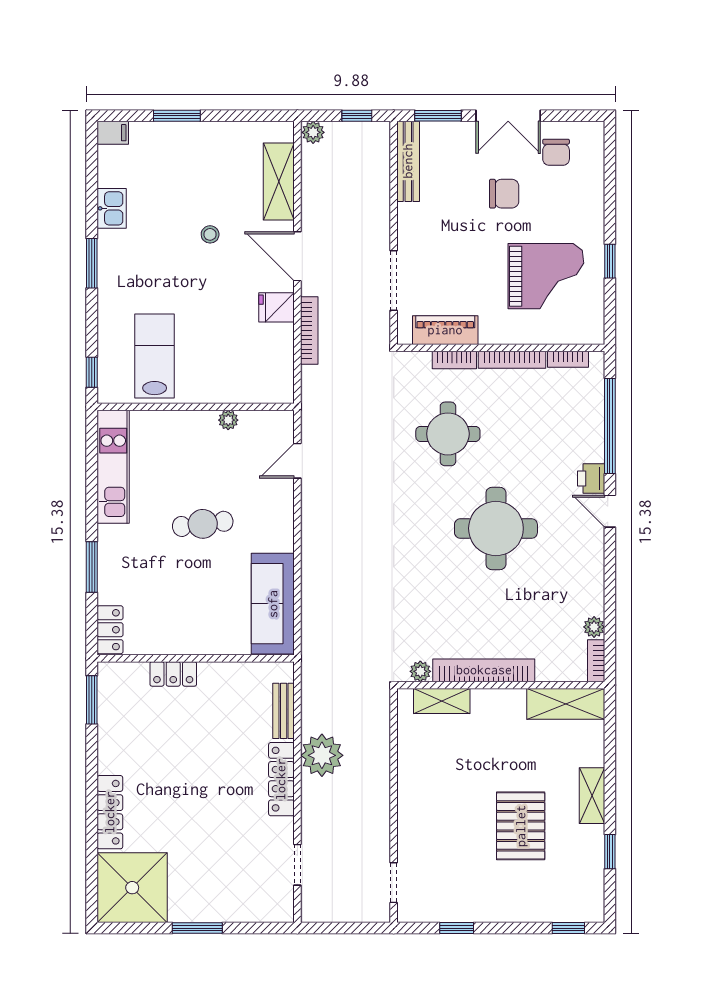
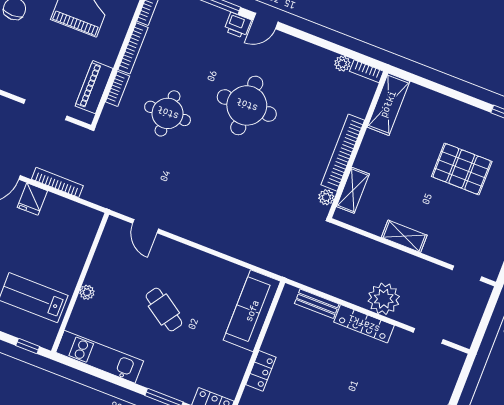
plant: (228, 420) -> (87, 292), moved
cafe table: (203, 524) -> (164, 310), turned -49
sofa: (273, 604) -> (252, 311), moved, turned 90
plant: (322, 755) -> (384, 299), moved
shelving: (592, 796) -> (404, 236), moved

